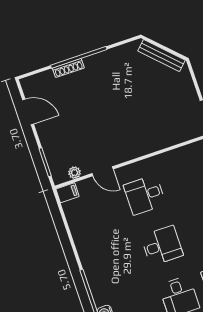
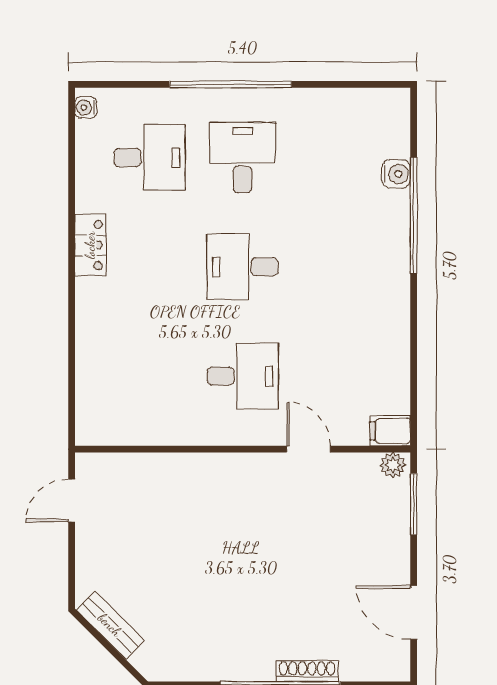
bench: (161, 56) -> (110, 625), width x0.73
plant: (74, 173) -> (393, 465), moved

